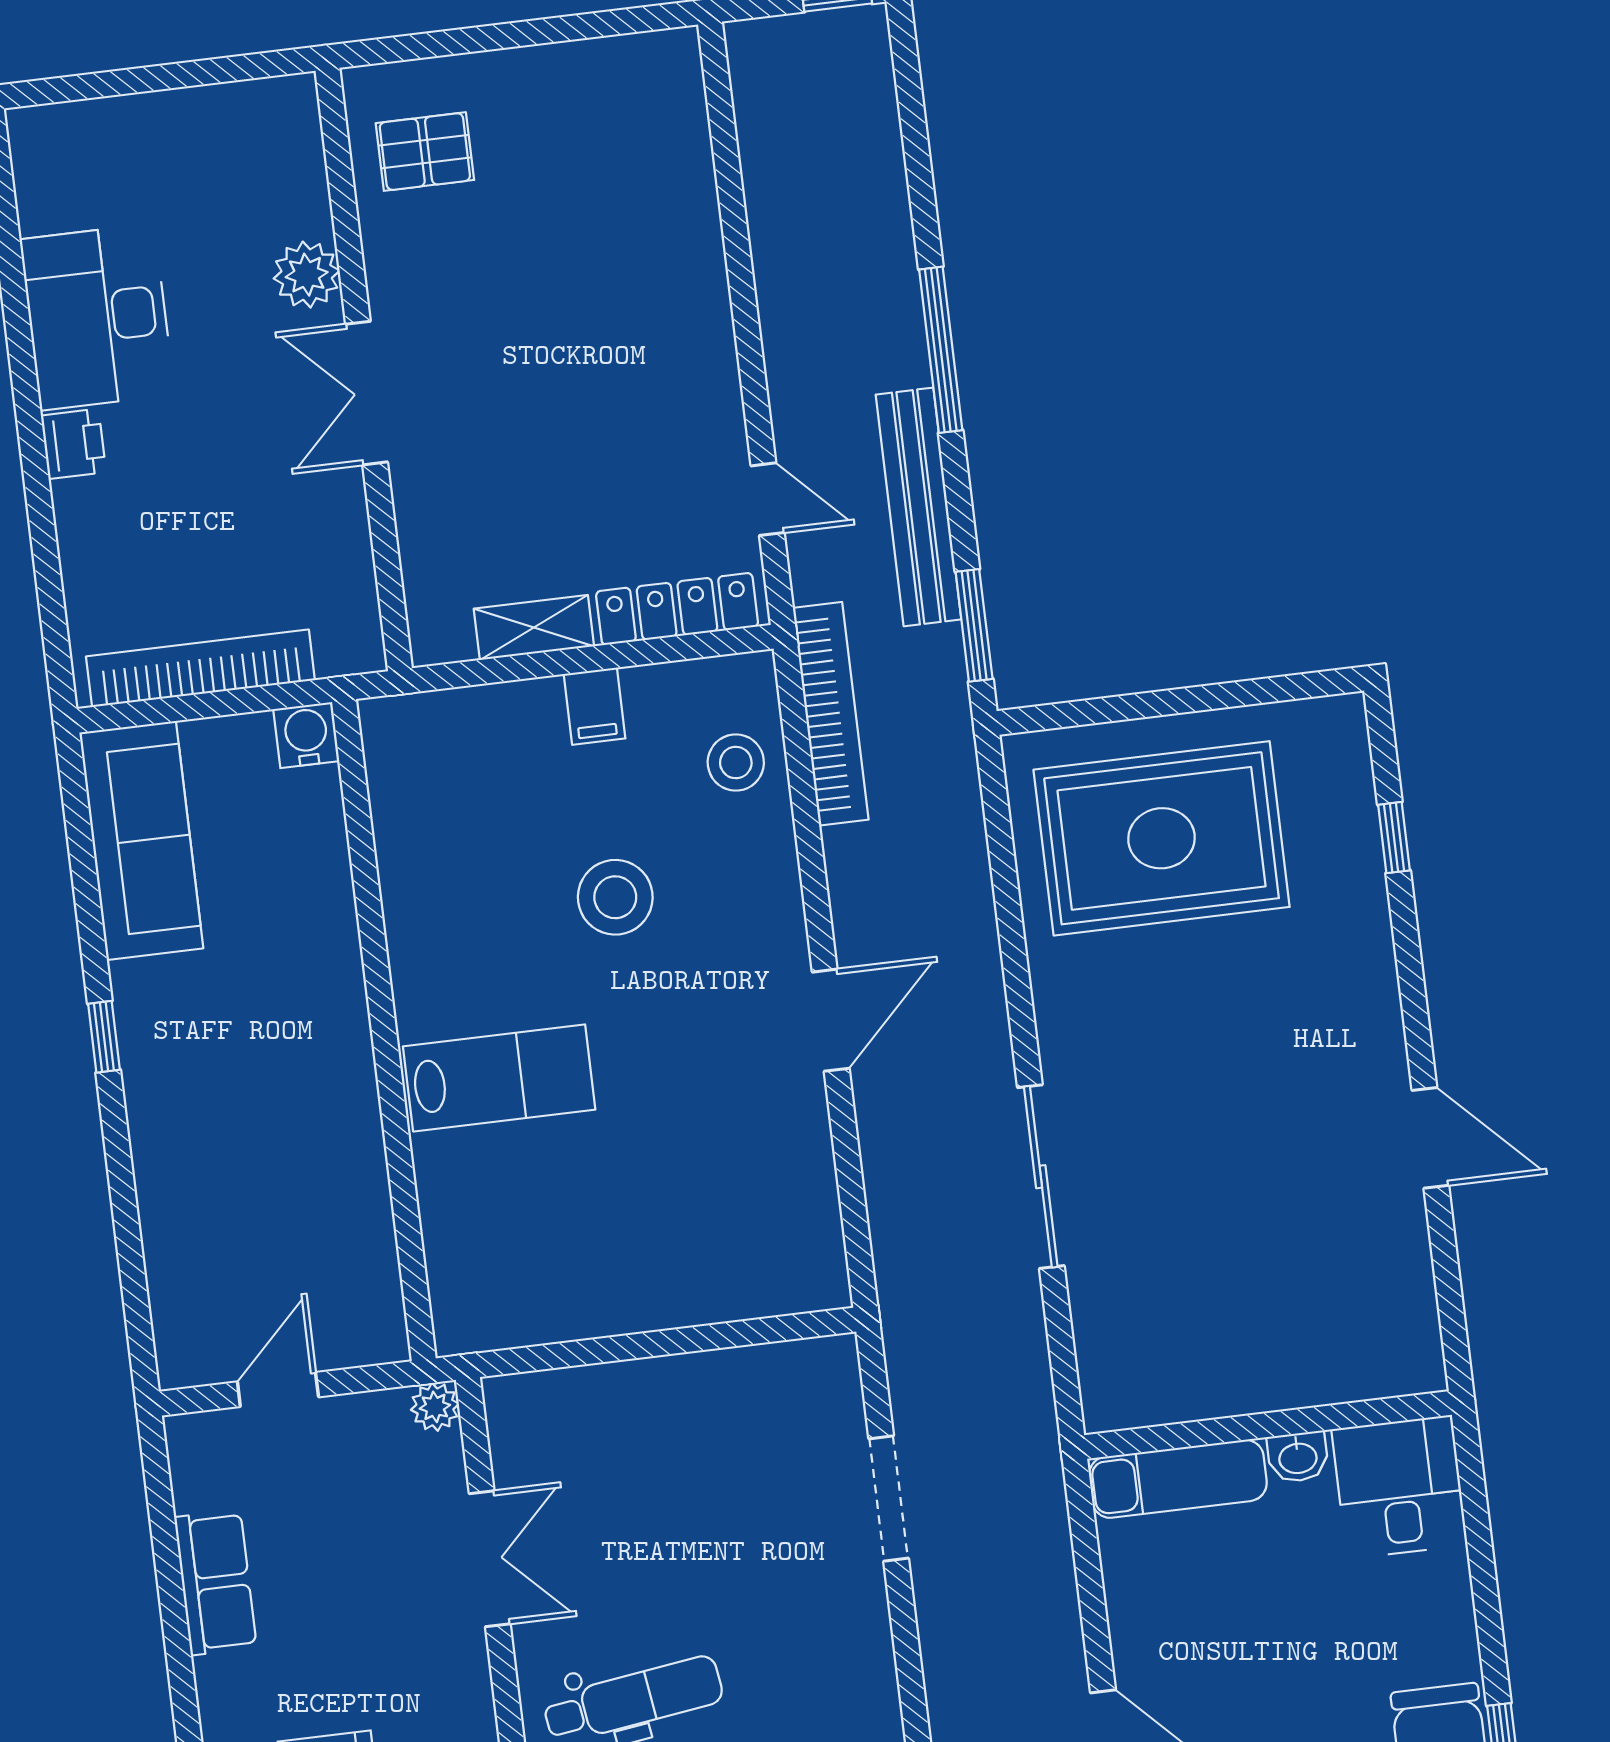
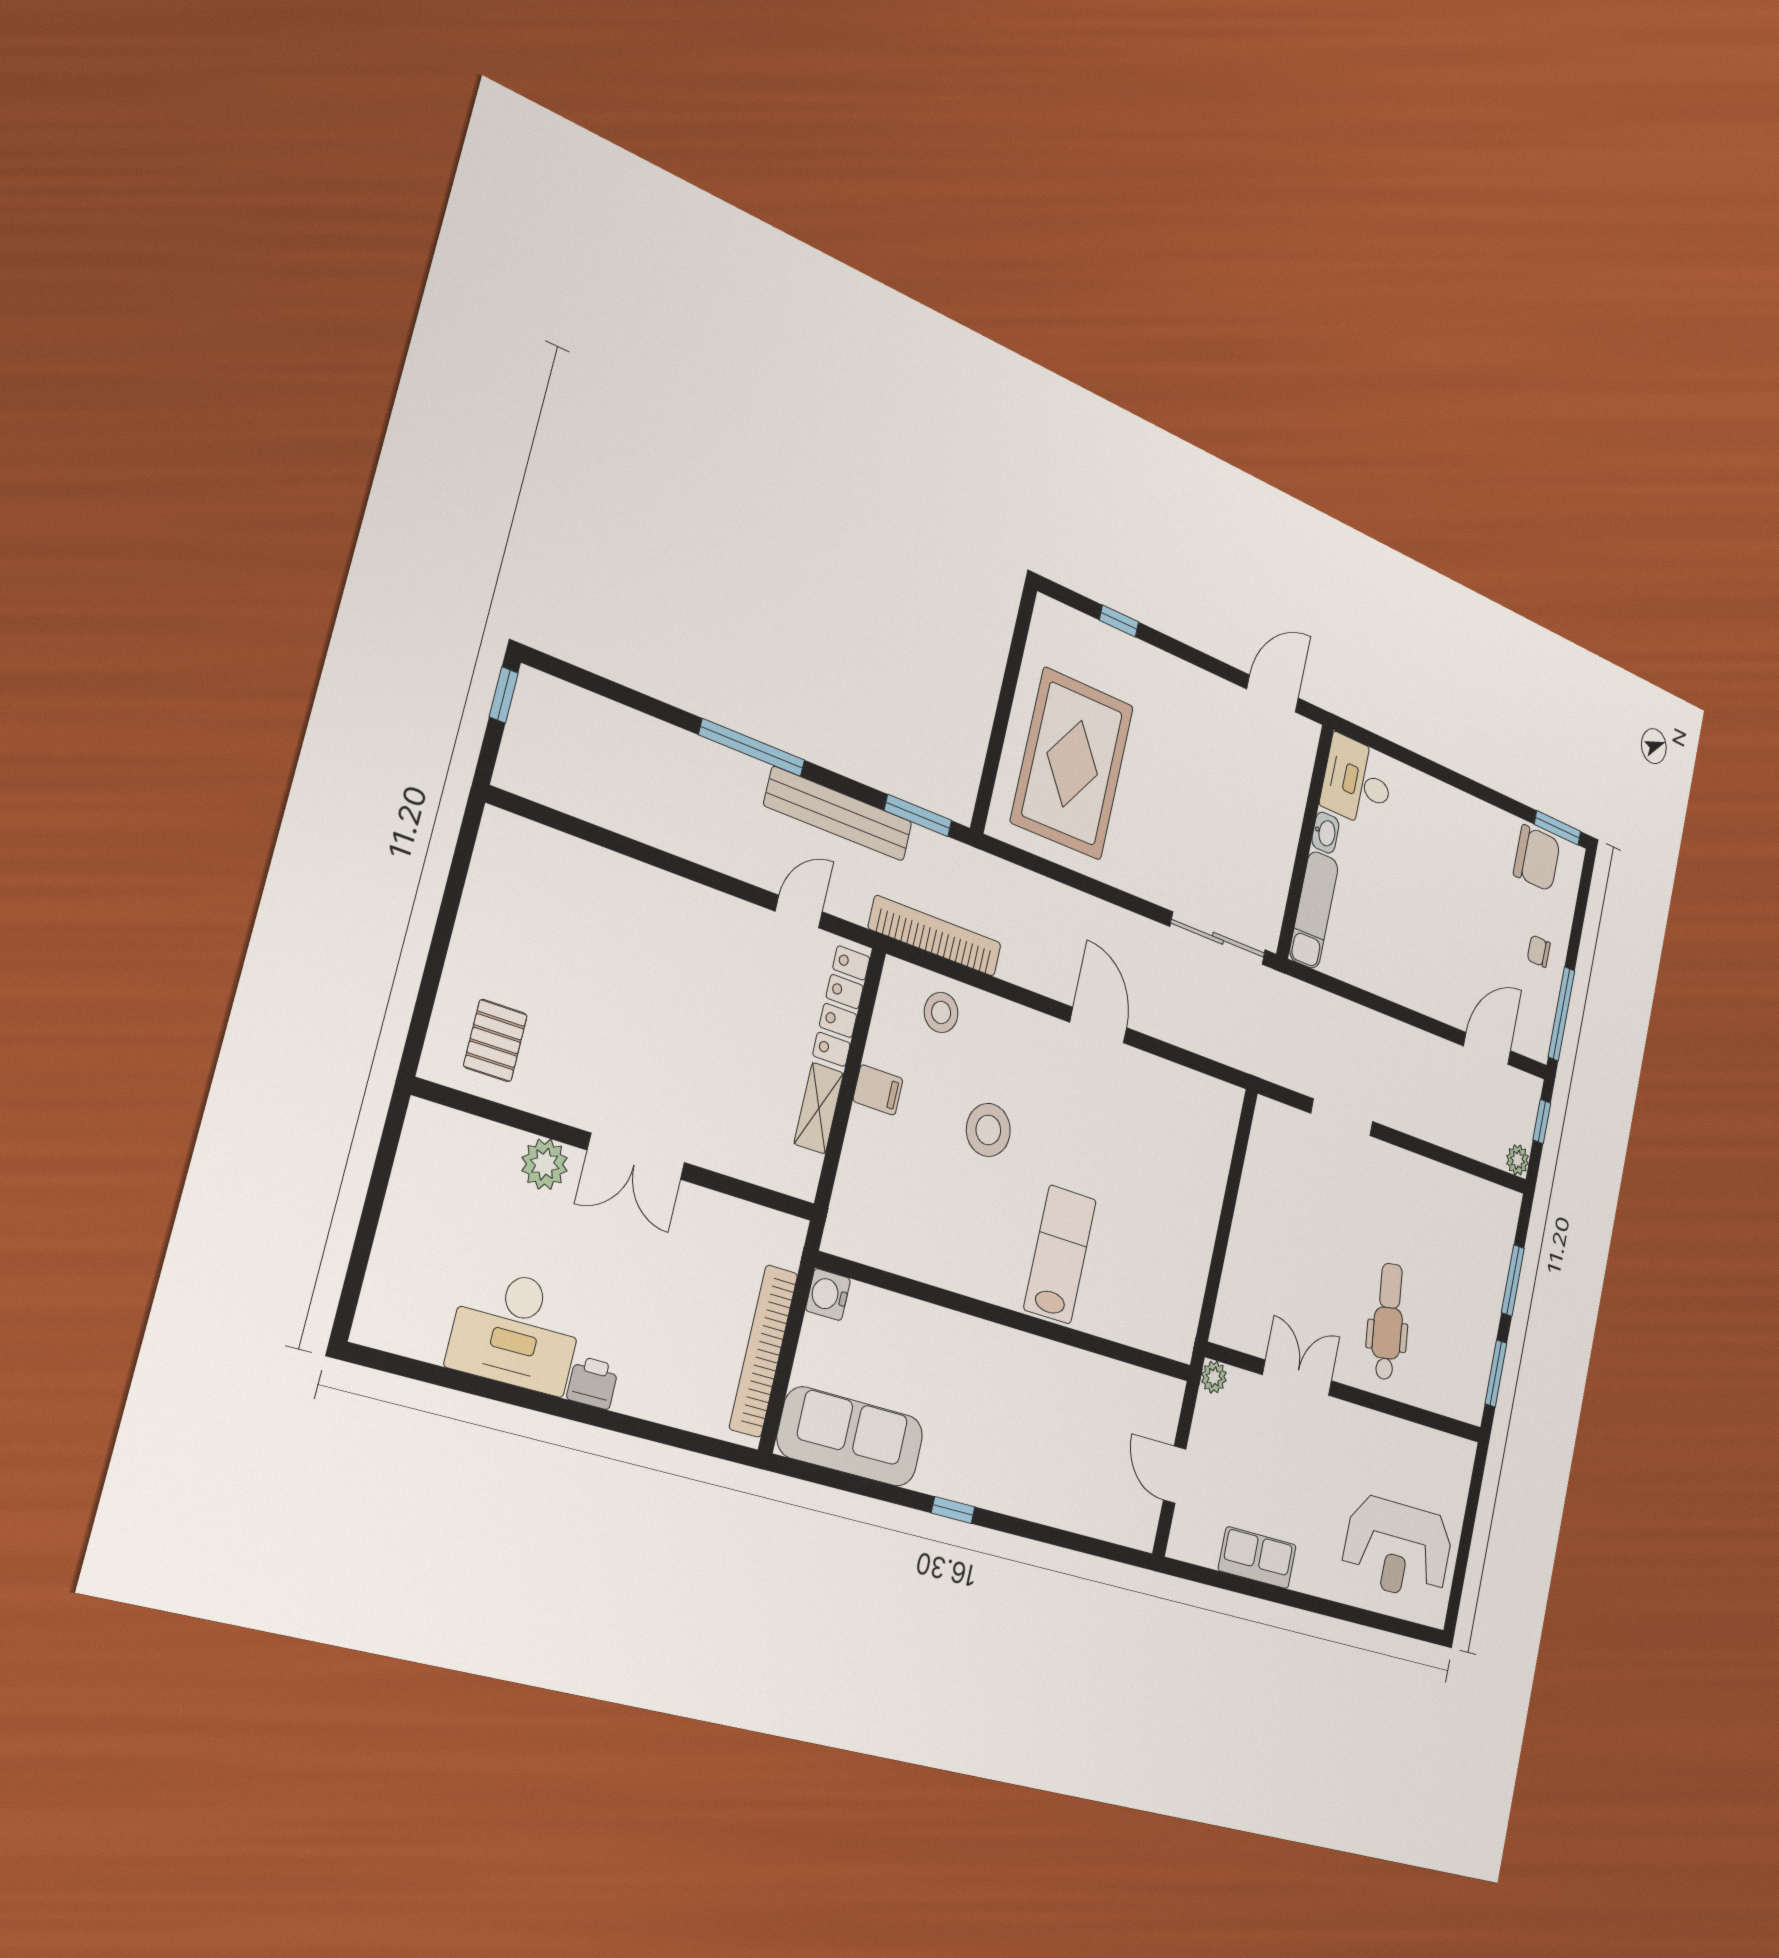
wall: (1268, 1425) -> (1305, 841), moved
washbasin: (1298, 1457) -> (1325, 833), moved
exam couch: (1178, 1479) -> (1314, 910), moved
desk: (1399, 1487) -> (1357, 782), moved

